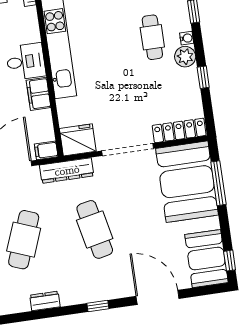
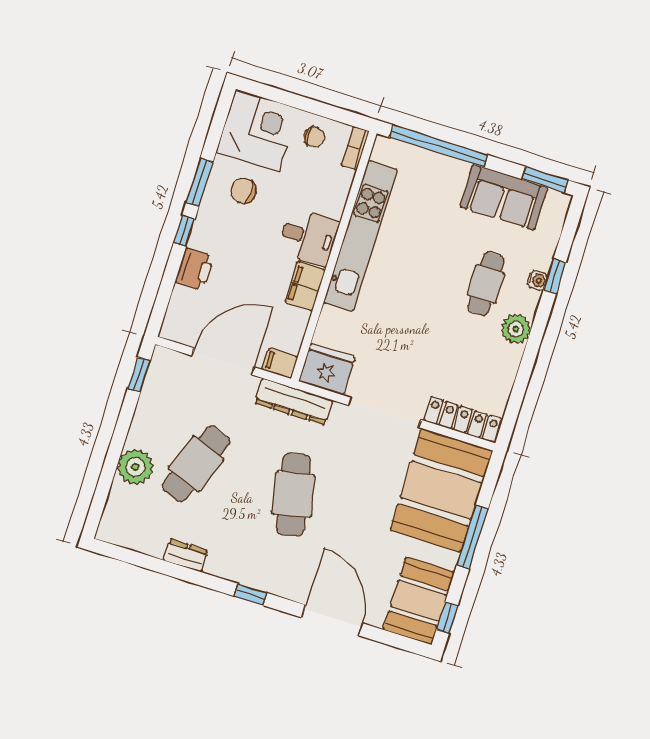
water cooler: (187, 38) -> (537, 280), moved
window: (203, 77) -> (526, 366), removed
window: (218, 183) -> (472, 537), moved

